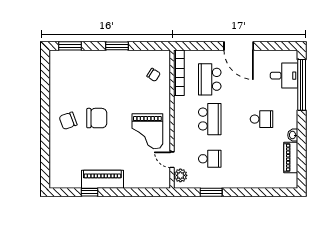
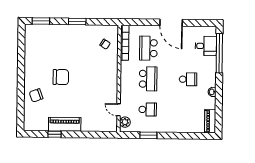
chair: (68, 121) -> (36, 95), moved
grand piano: (147, 131) -> (100, 88), removed
piano: (291, 157) -> (210, 121), moved

